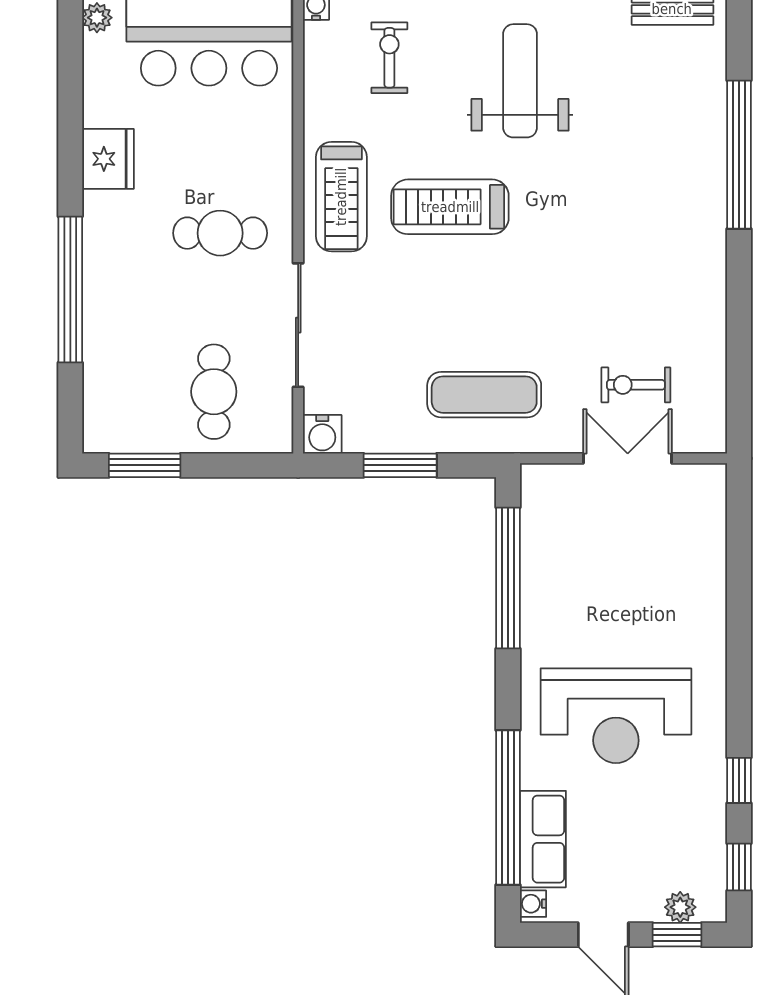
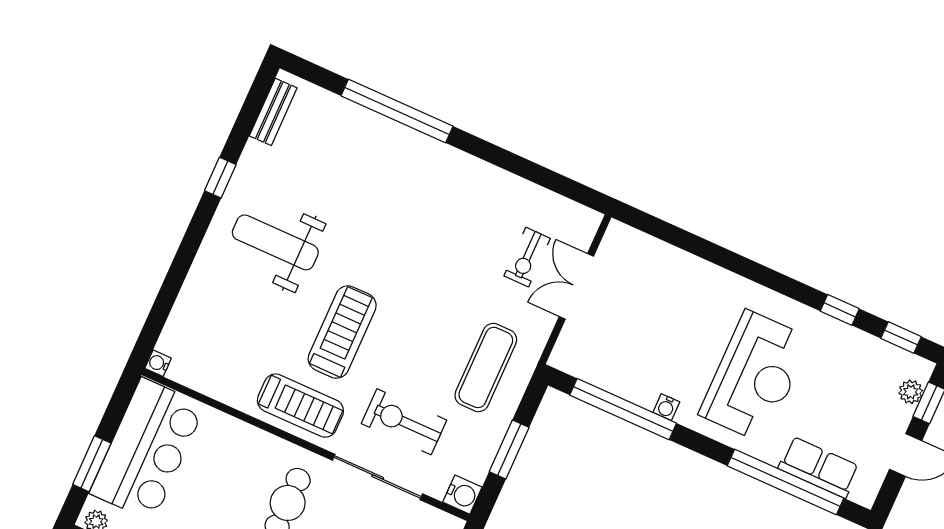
exercise bike: (389, 58) -> (404, 422), moved, width x1.38, depth x1.39
treadmill: (450, 207) -> (342, 332), turned 180
water cooler: (533, 904) -> (666, 407), moved

